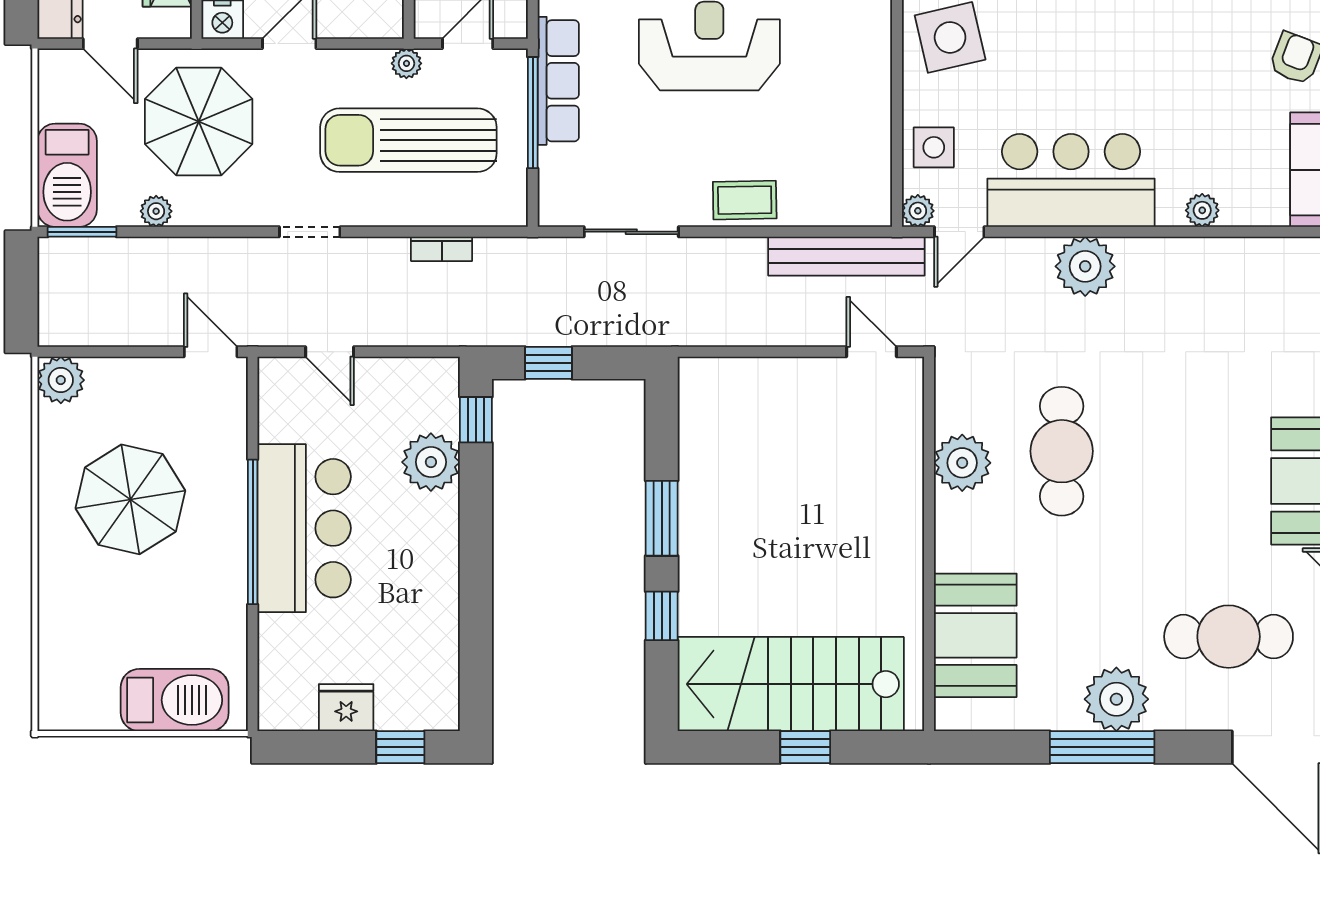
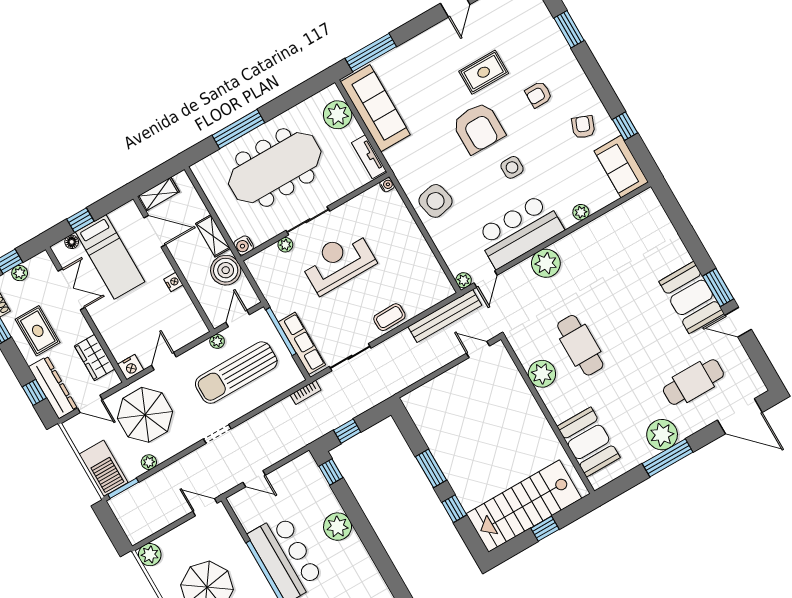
row of seats: (558, 81) -> (302, 343), moved
side table: (934, 147) -> (512, 167), moved
bookcase: (442, 249) -> (306, 392), moved
plant: (431, 462) -> (338, 527), moved

